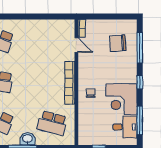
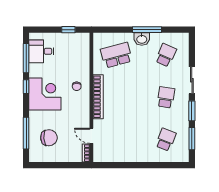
window: (140, 82) -> (26, 87), moved
corner desk: (121, 99) -> (45, 94), moved
school desk: (52, 123) -> (116, 55), turned -30

